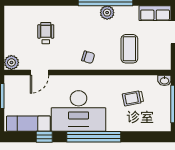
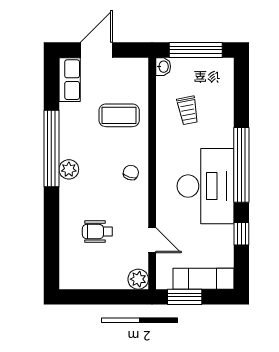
plant: (107, 13) -> (69, 169), moved
exam couch: (28, 124) -> (203, 279), moved, turned 90

